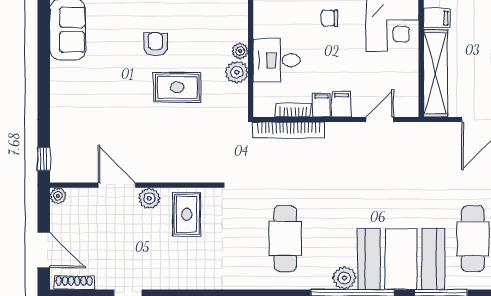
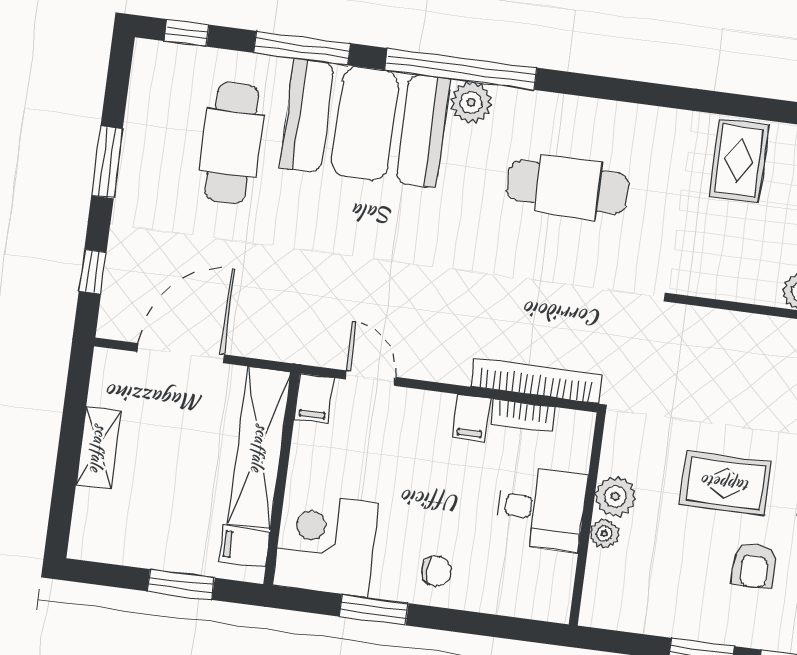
filing cabinet: (342, 104) -> (314, 398), moved
door: (380, 119) -> (370, 378), swing flipped
rug: (187, 214) -> (739, 161), moved
cafe table: (285, 239) -> (568, 187), turned 90

